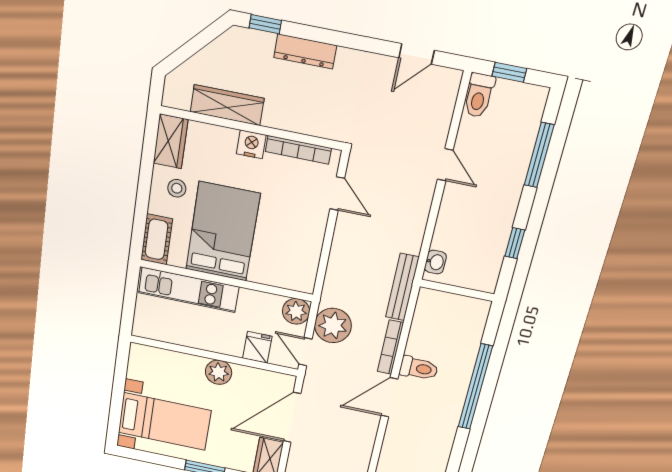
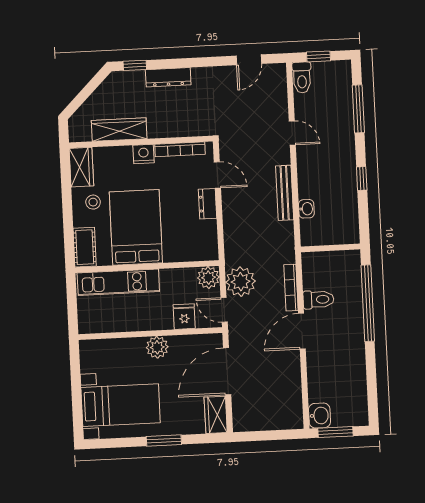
dresser: (316, 226) -> (208, 204), added
bench: (402, 287) -> (285, 193), moved
wall: (457, 290) -> (331, 248), moved

